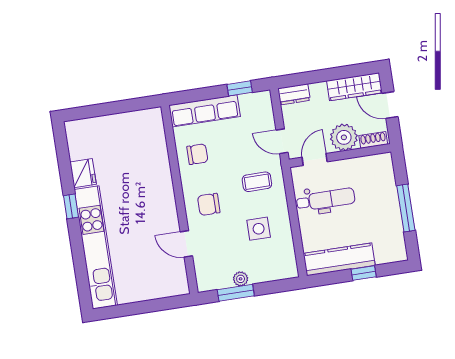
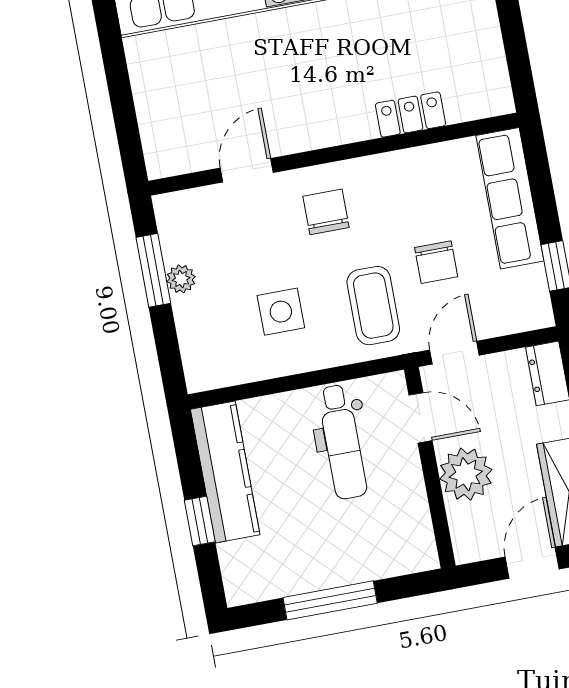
shoe rack: (373, 140) -> (462, 532), removed
chair: (197, 154) -> (436, 262), moved
locker: (161, 160) -> (410, 114), added
coffee table: (257, 182) -> (373, 306), width x1.36, depth x1.30

